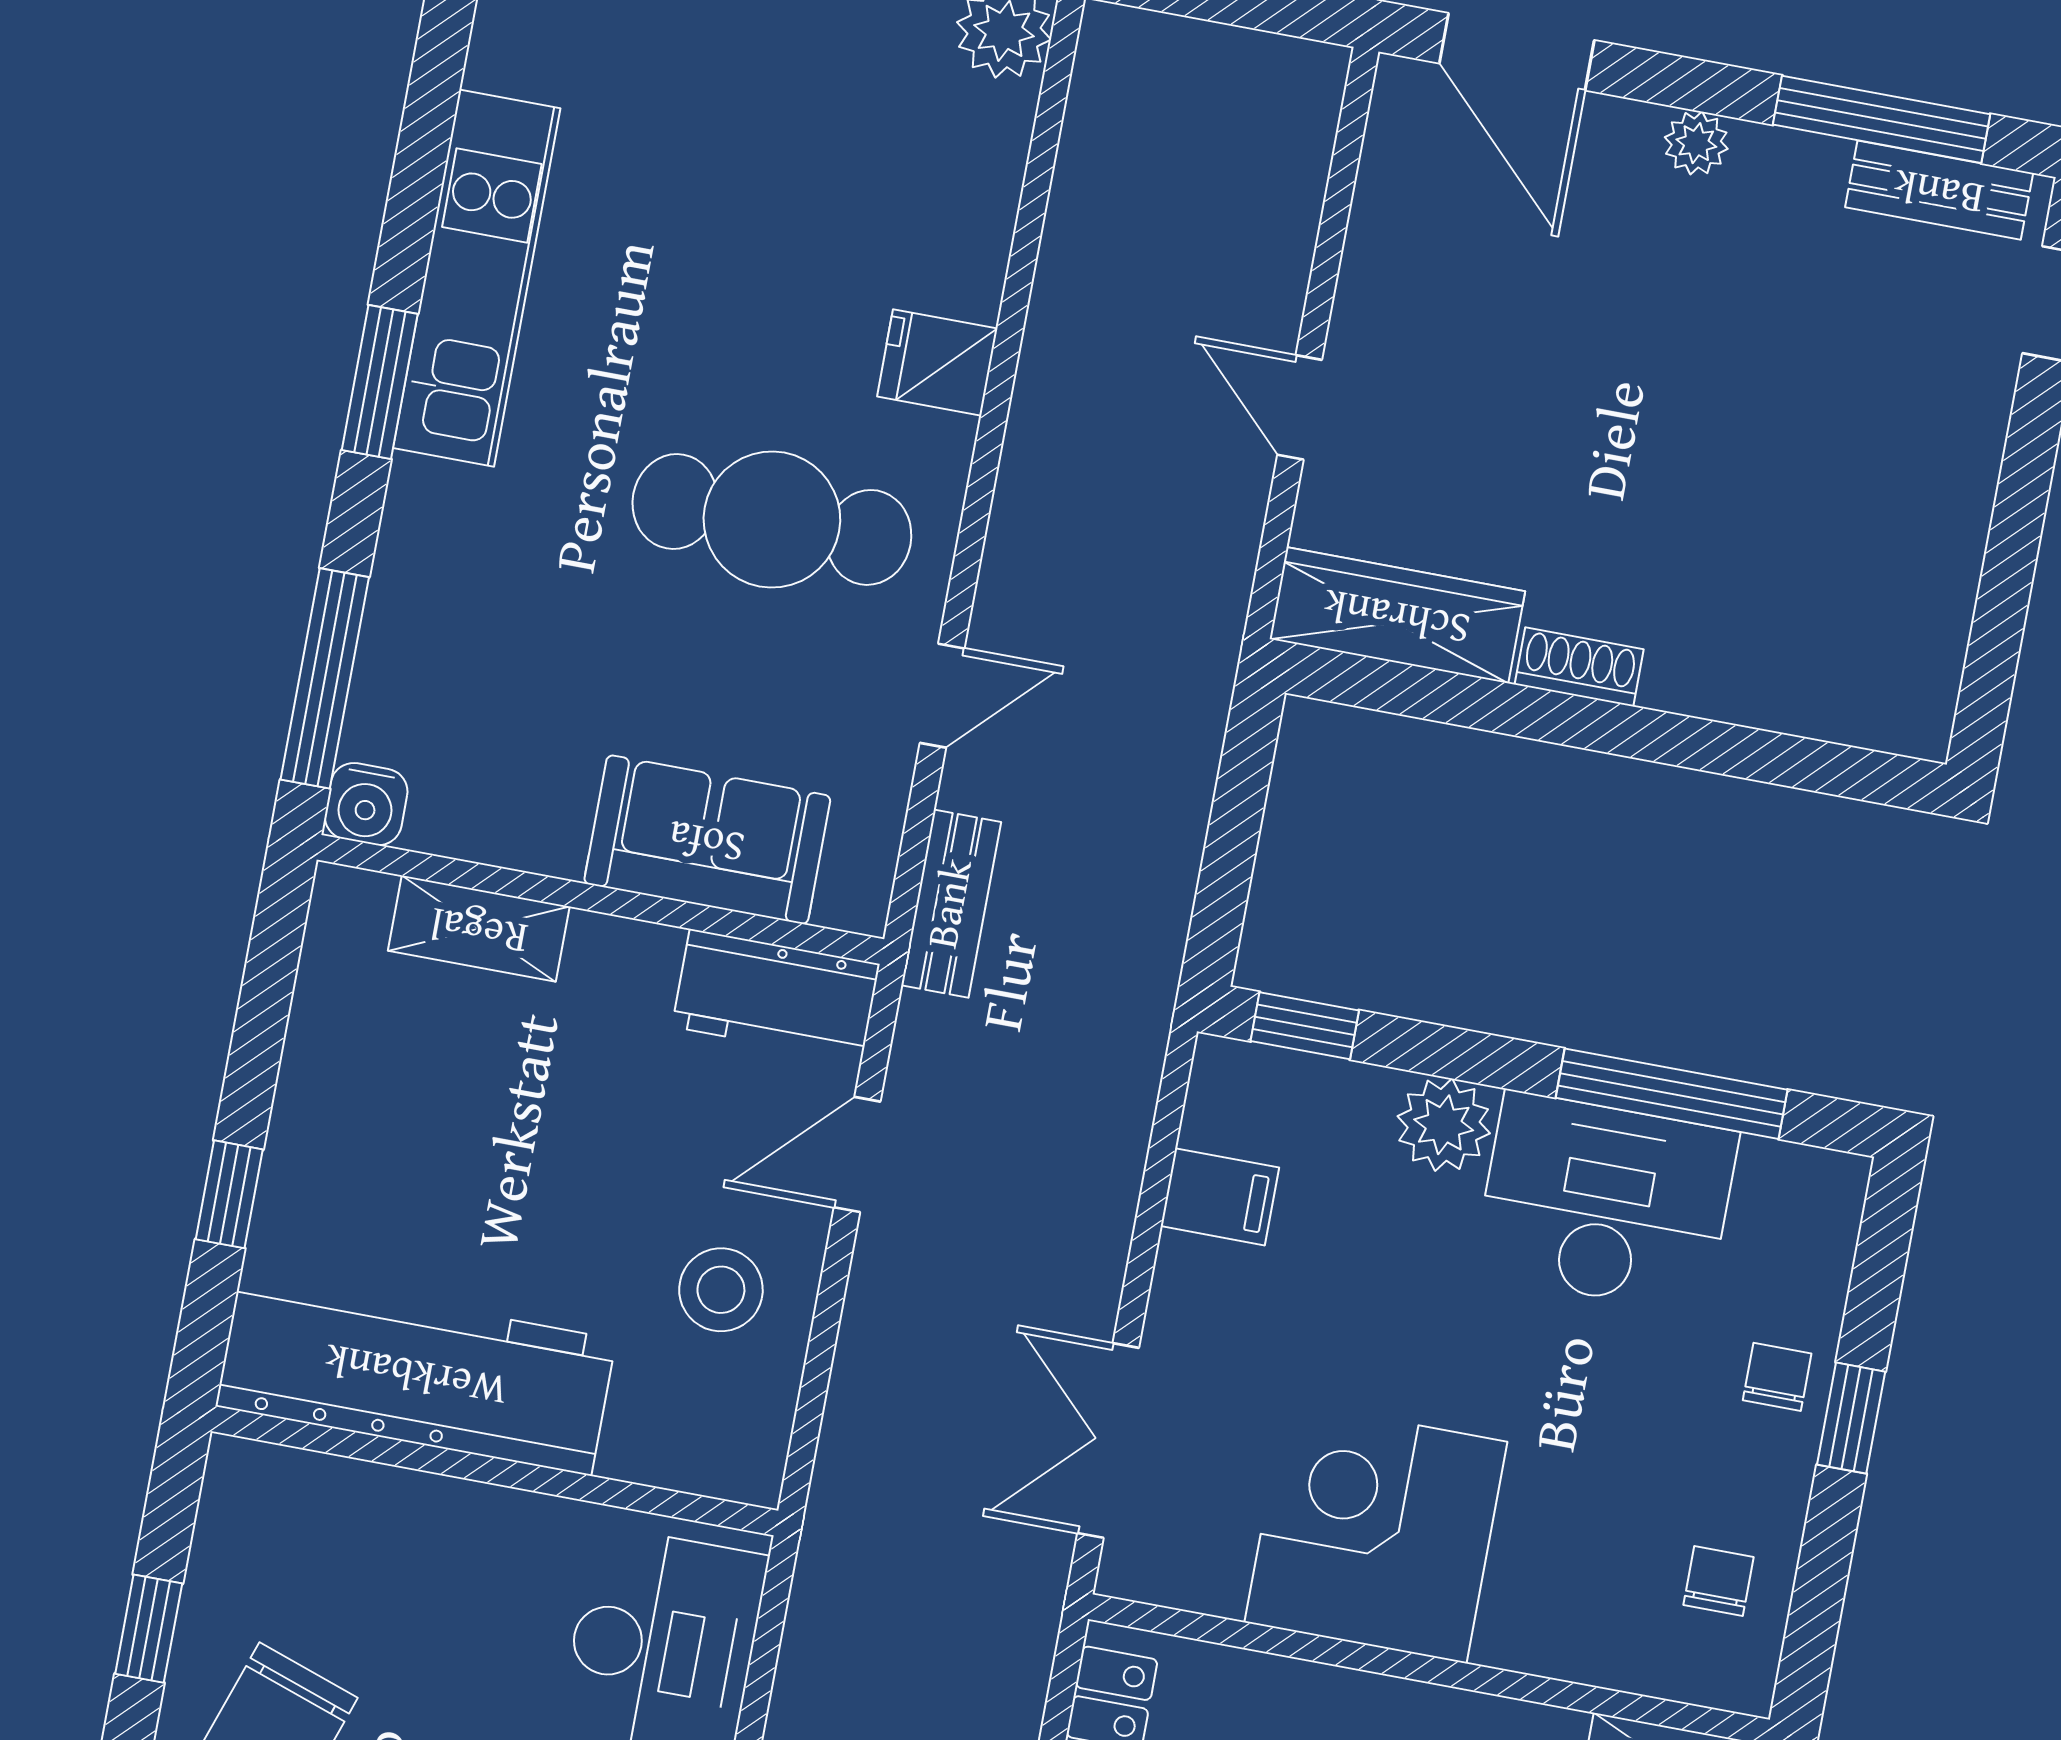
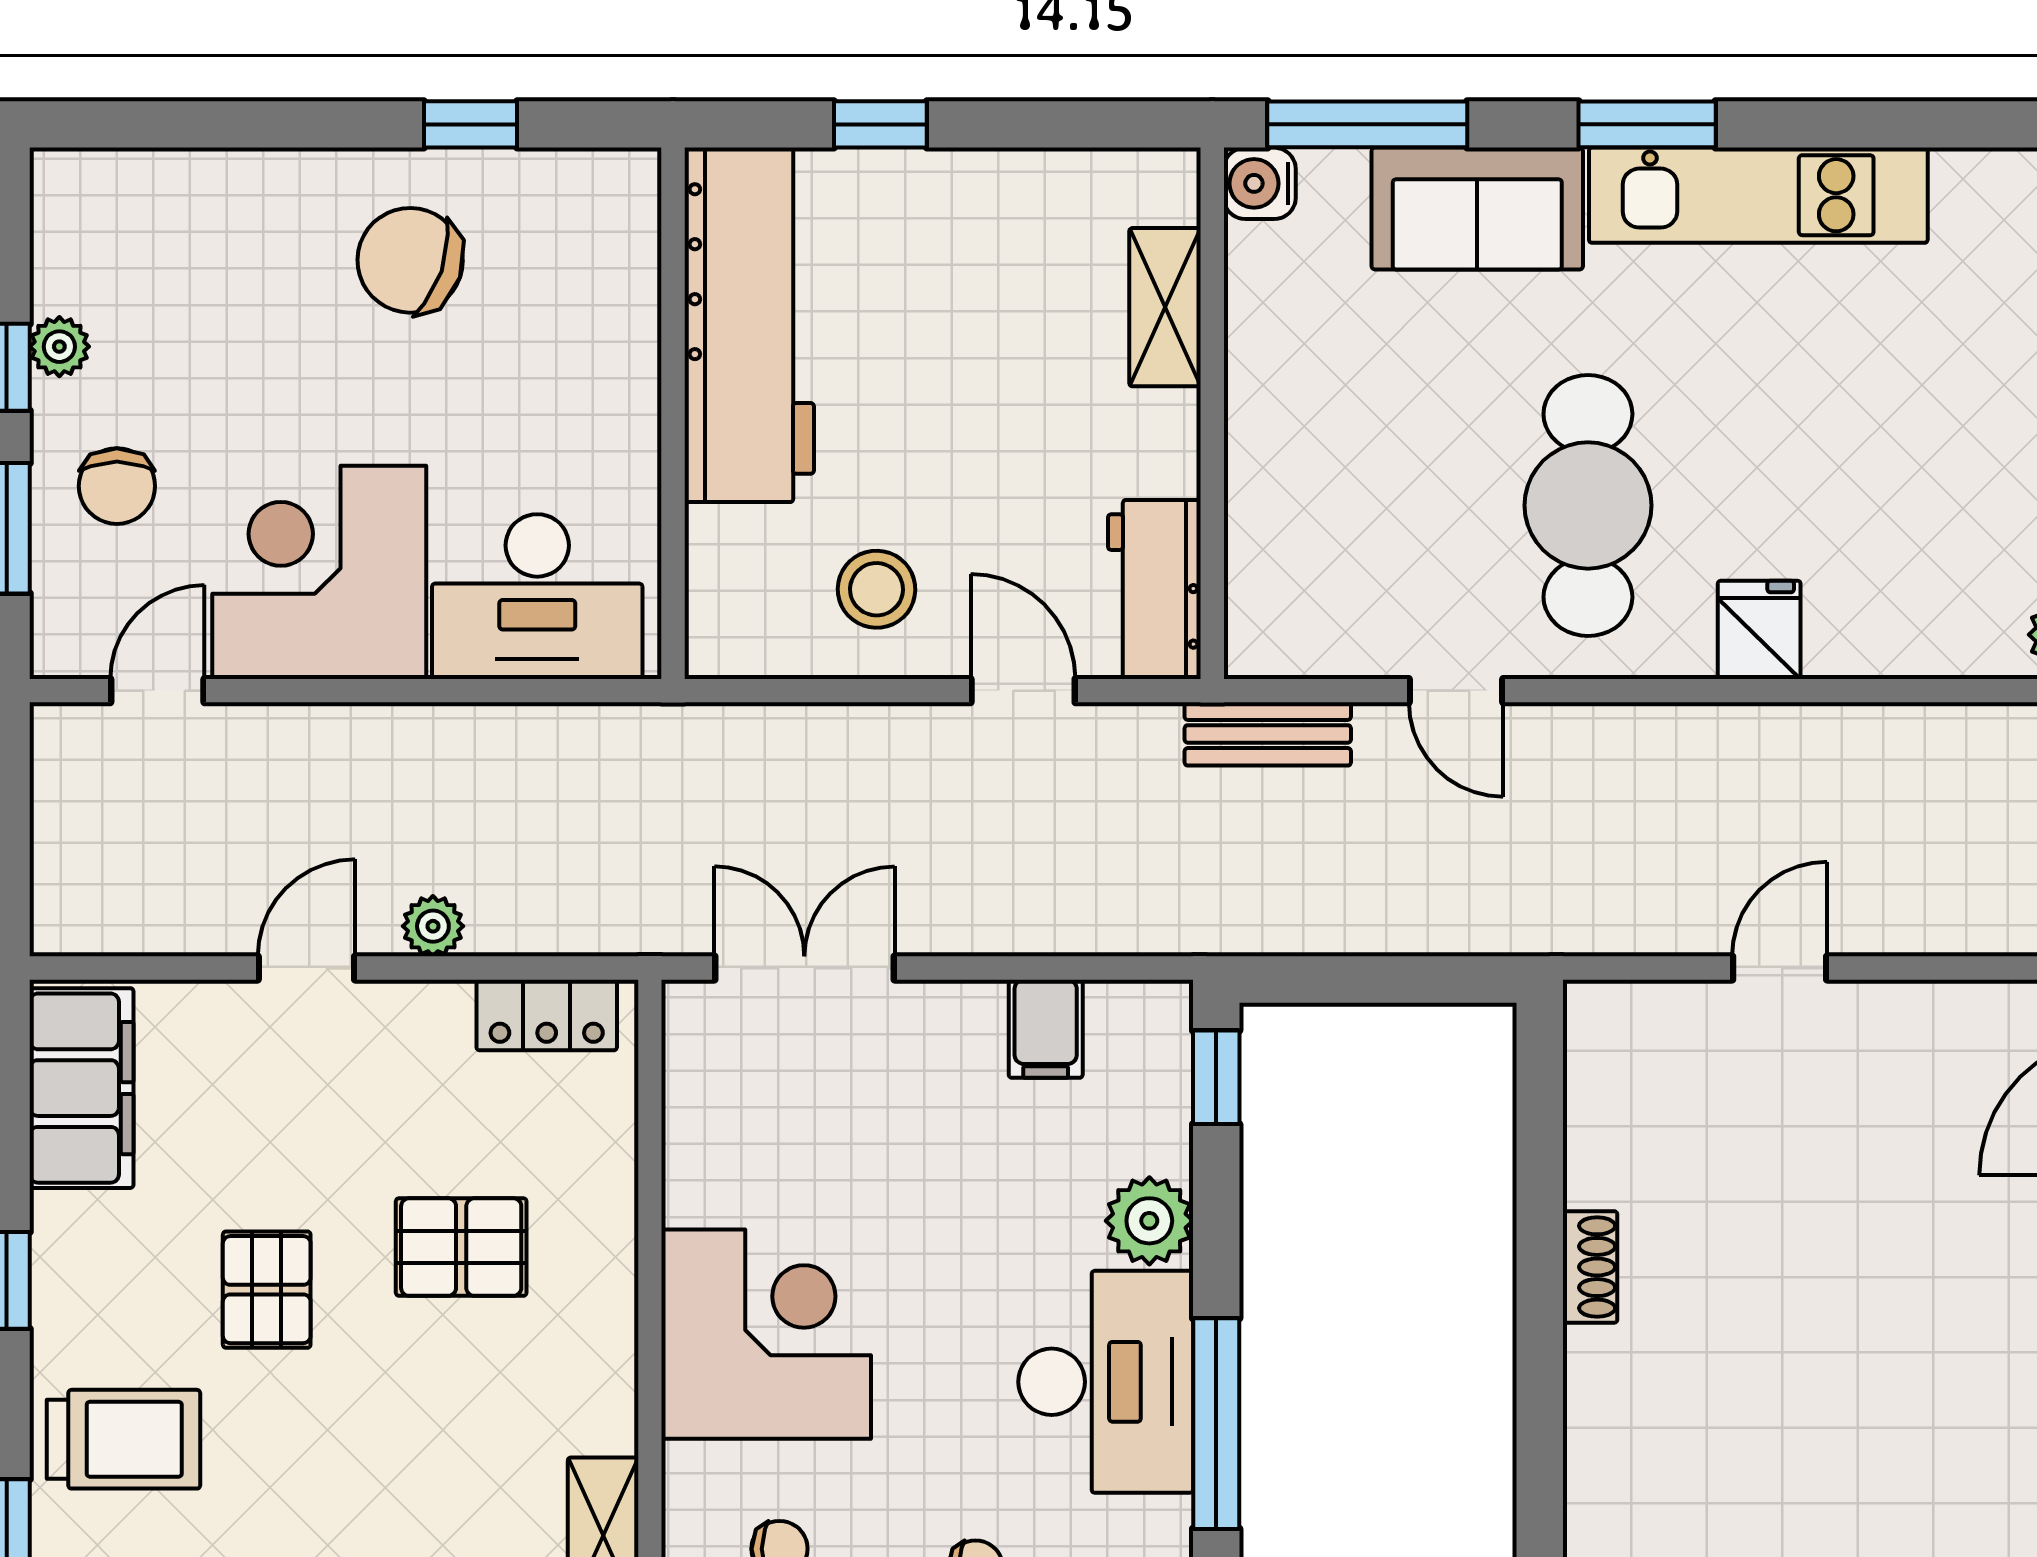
wardrobe: (1397, 615) -> (1606, 1092), removed
sofa: (707, 840) -> (1477, 209), moved, turned 90
corner desk: (1376, 1532) -> (766, 1334), moved

